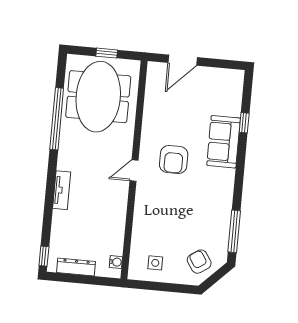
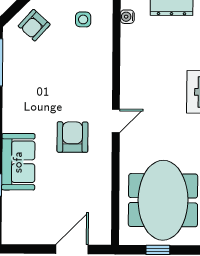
armchair: (199, 262) -> (34, 25), turned 76

